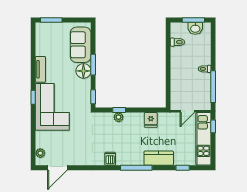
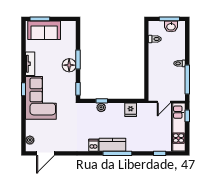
sofa: (81, 45) -> (44, 30), moved, turned -90
kitchen counter: (159, 158) -> (112, 145), moved

